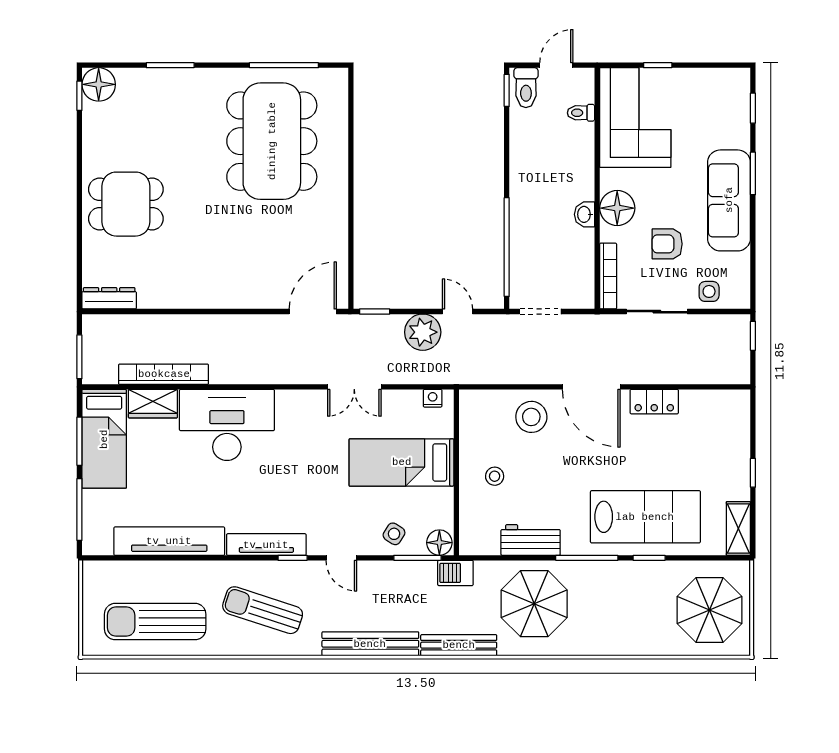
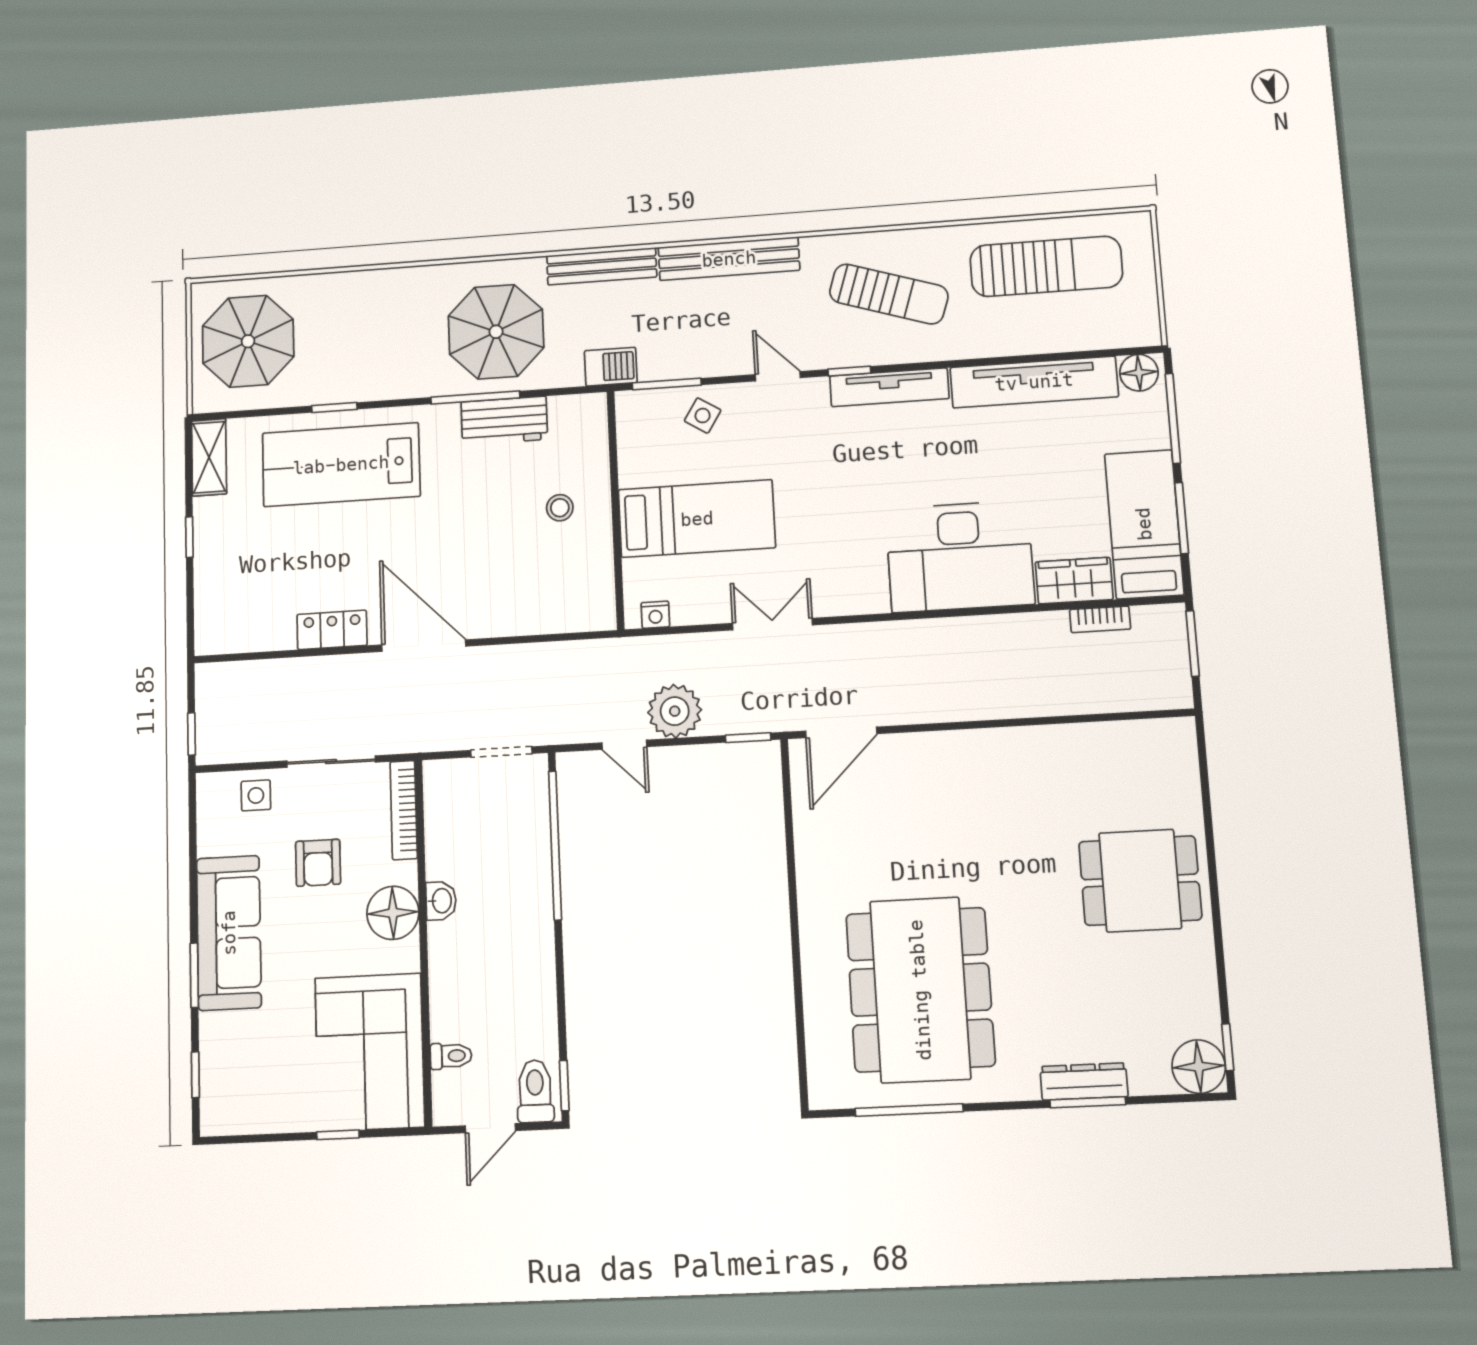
armchair: (667, 244) -> (318, 863), turned 90
dresser: (109, 298) -> (1084, 1081), moved, turned 180
bookcase: (164, 374) -> (1100, 619), width x0.43, depth x0.76
stool: (531, 417) -> (510, 597), removed
floor lamp: (439, 543) -> (1139, 373), moved
window: (587, 558) -> (475, 398), moved

